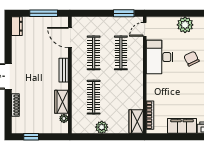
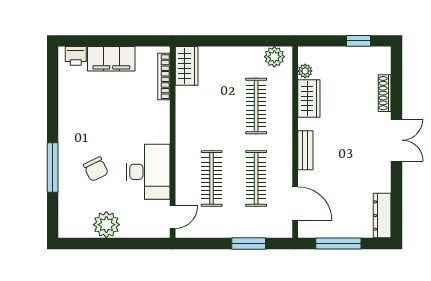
window: (124, 13) -> (249, 243), moved
dresser: (17, 26) -> (382, 216), width x1.44
plant: (102, 127) -> (274, 57), moved

